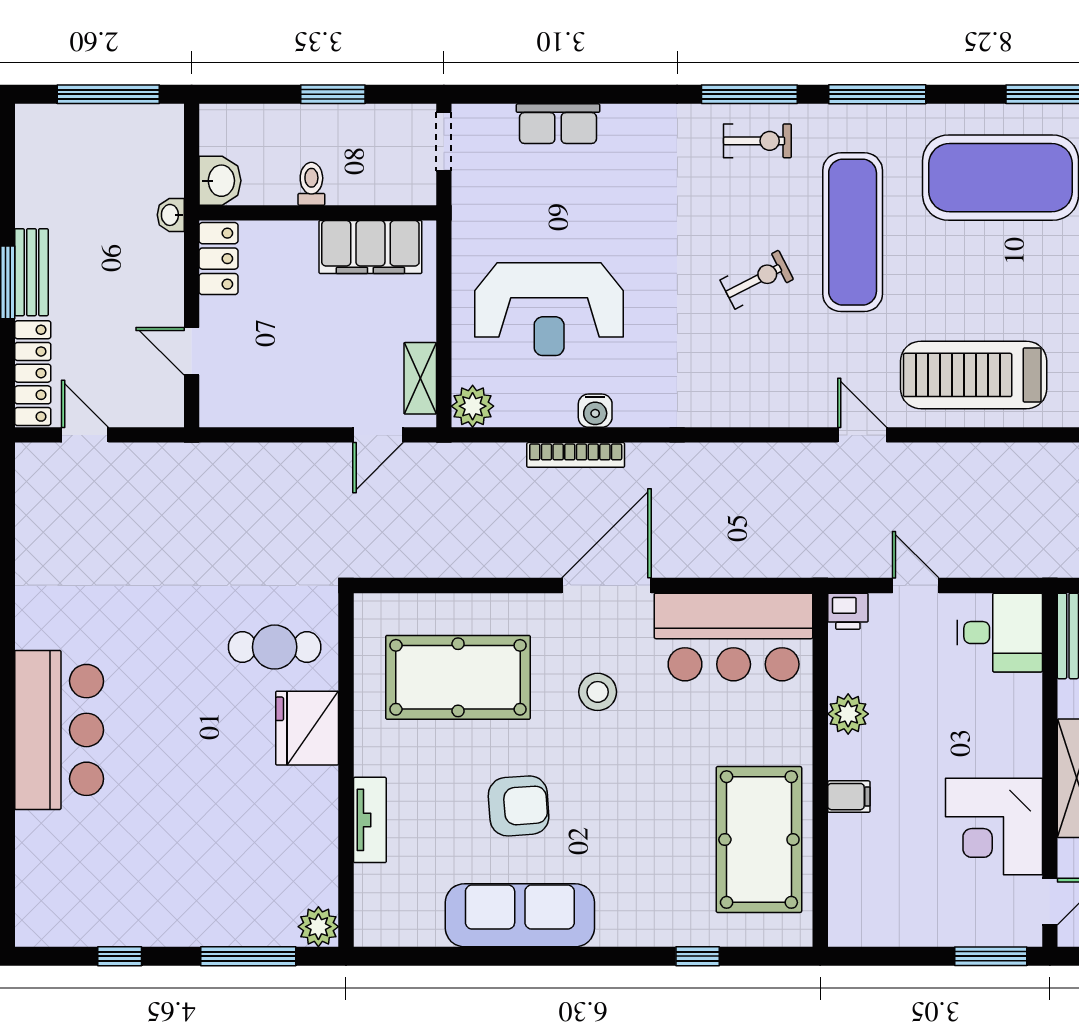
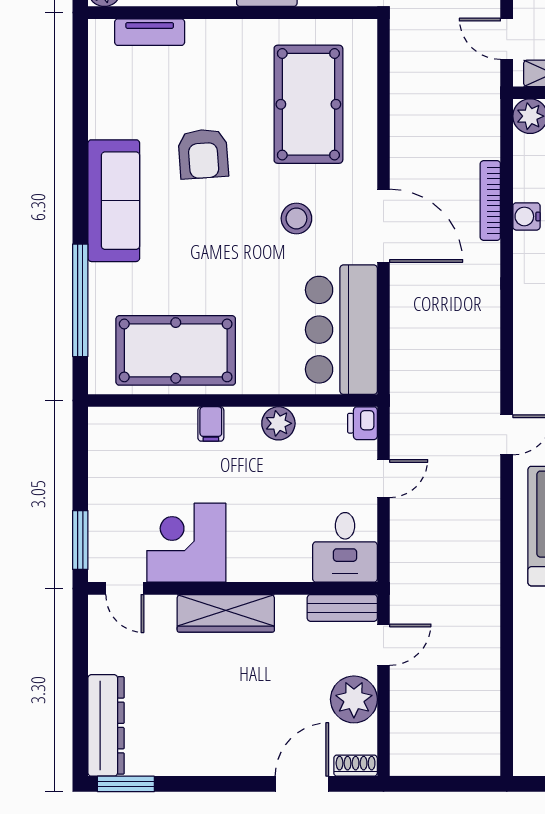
tv unit: (370, 820) -> (150, 32), moved
sofa: (520, 915) -> (114, 201), moved
window: (698, 956) -> (80, 300), width x3.17

